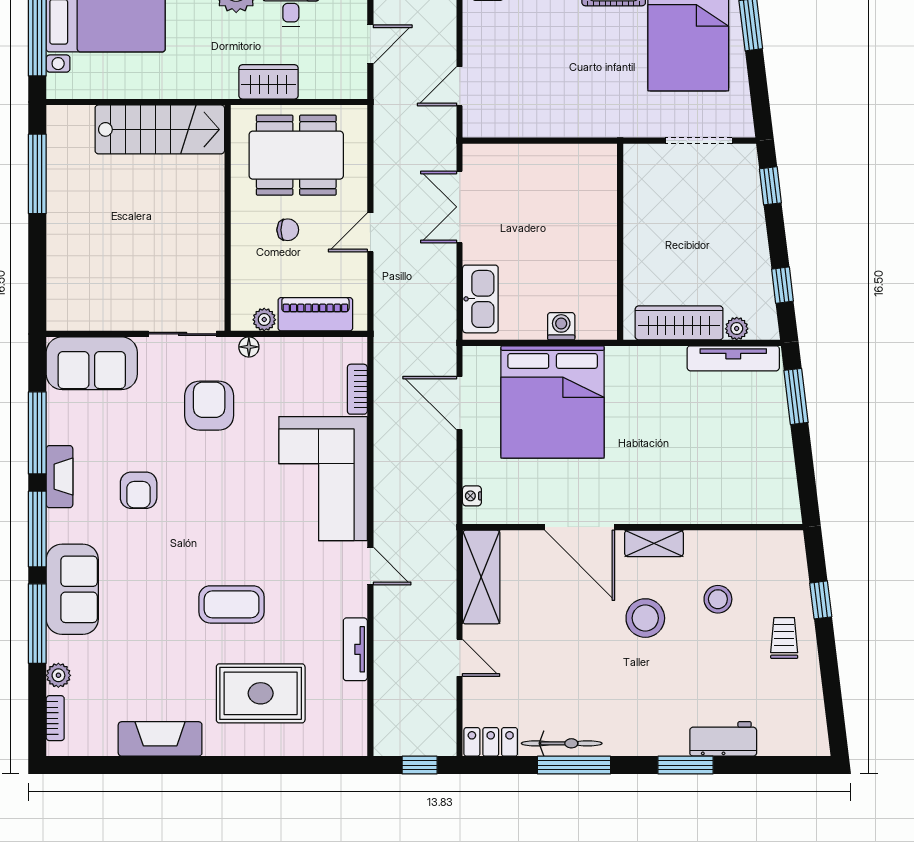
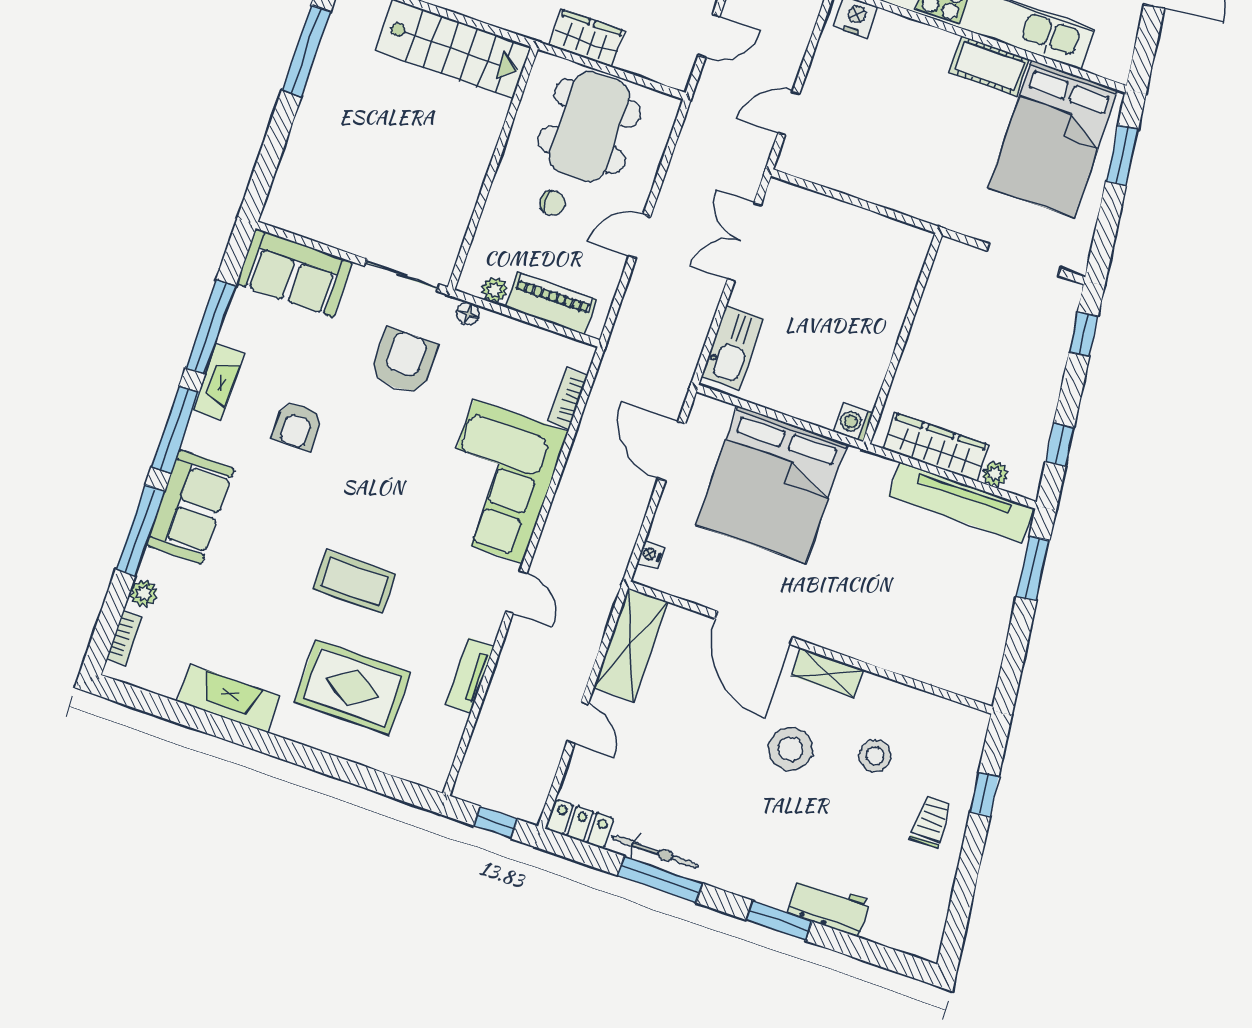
dining table: (296, 155) -> (589, 127), turned 90
washing machine: (561, 326) -> (854, 422), moved, turned -90
tv unit: (733, 358) -> (961, 502), width x1.36, depth x1.29

